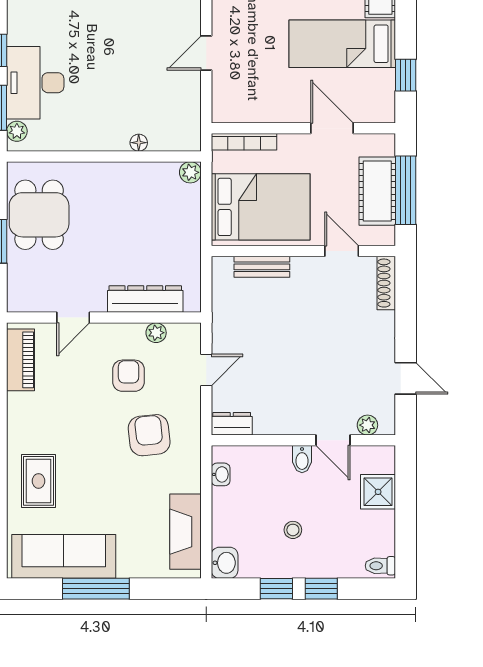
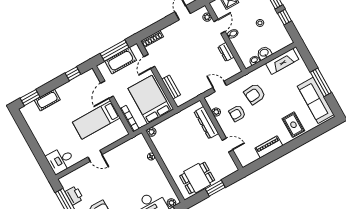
bed: (342, 44) -> (96, 120), moved, turned 90
door: (206, 53) -> (95, 156), moved
piano: (21, 360) -> (269, 147), moved
dresser: (232, 424) -> (226, 52), moved
rug: (39, 481) -> (293, 125), turned 90
washbasin: (225, 563) -> (264, 53), moved

